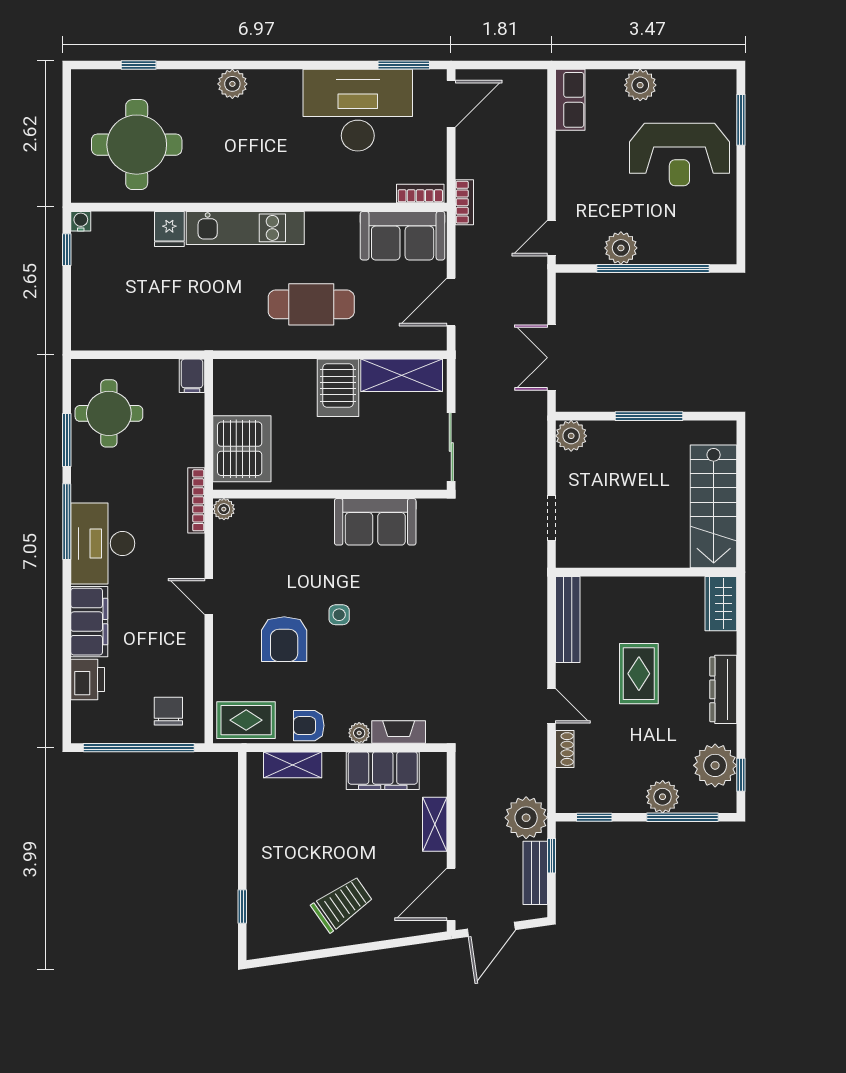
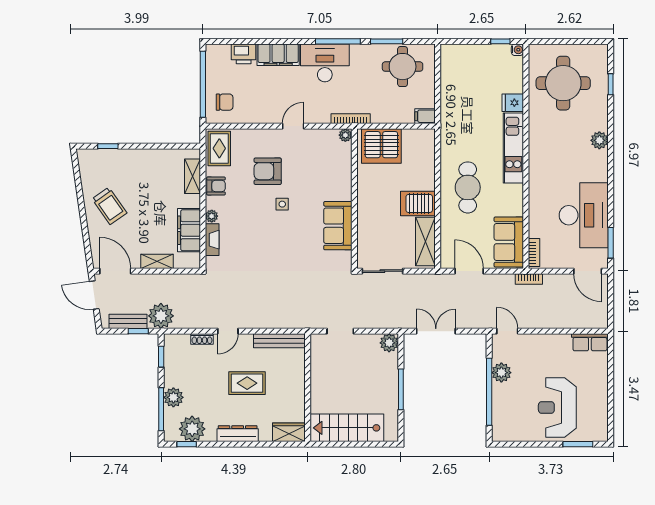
plant: (640, 85) -> (599, 384), removed
armchair: (309, 726) -> (216, 186), turned 90

